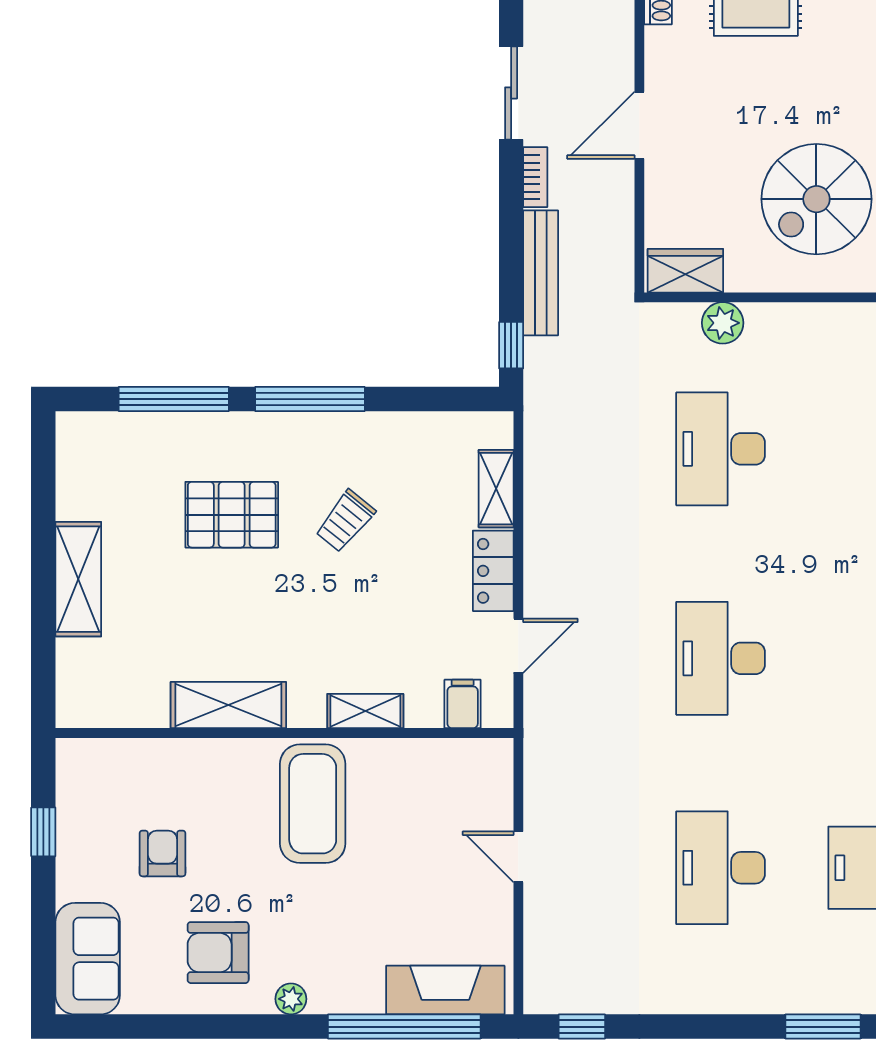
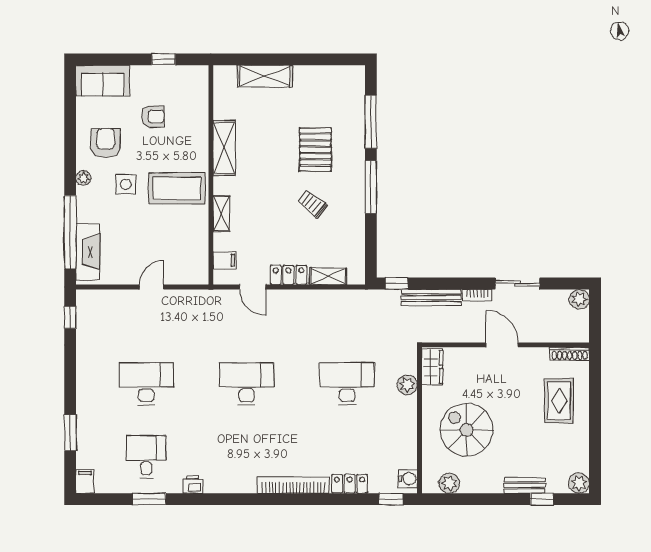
shelving: (78, 579) -> (265, 76), moved
side table: (304, 911) -> (126, 184), added

